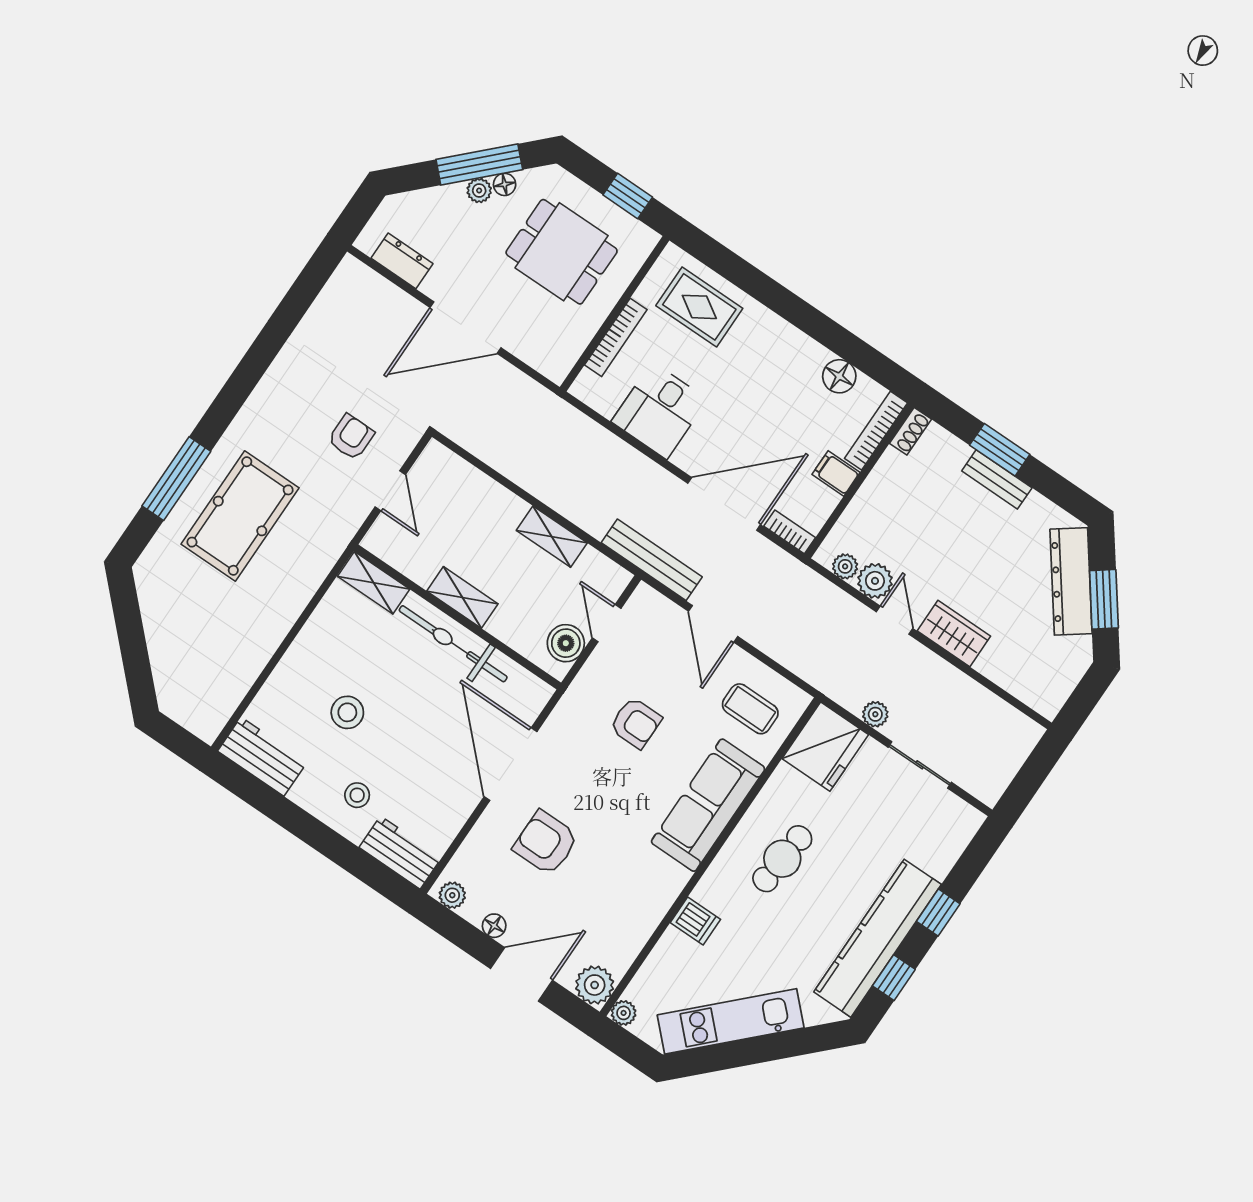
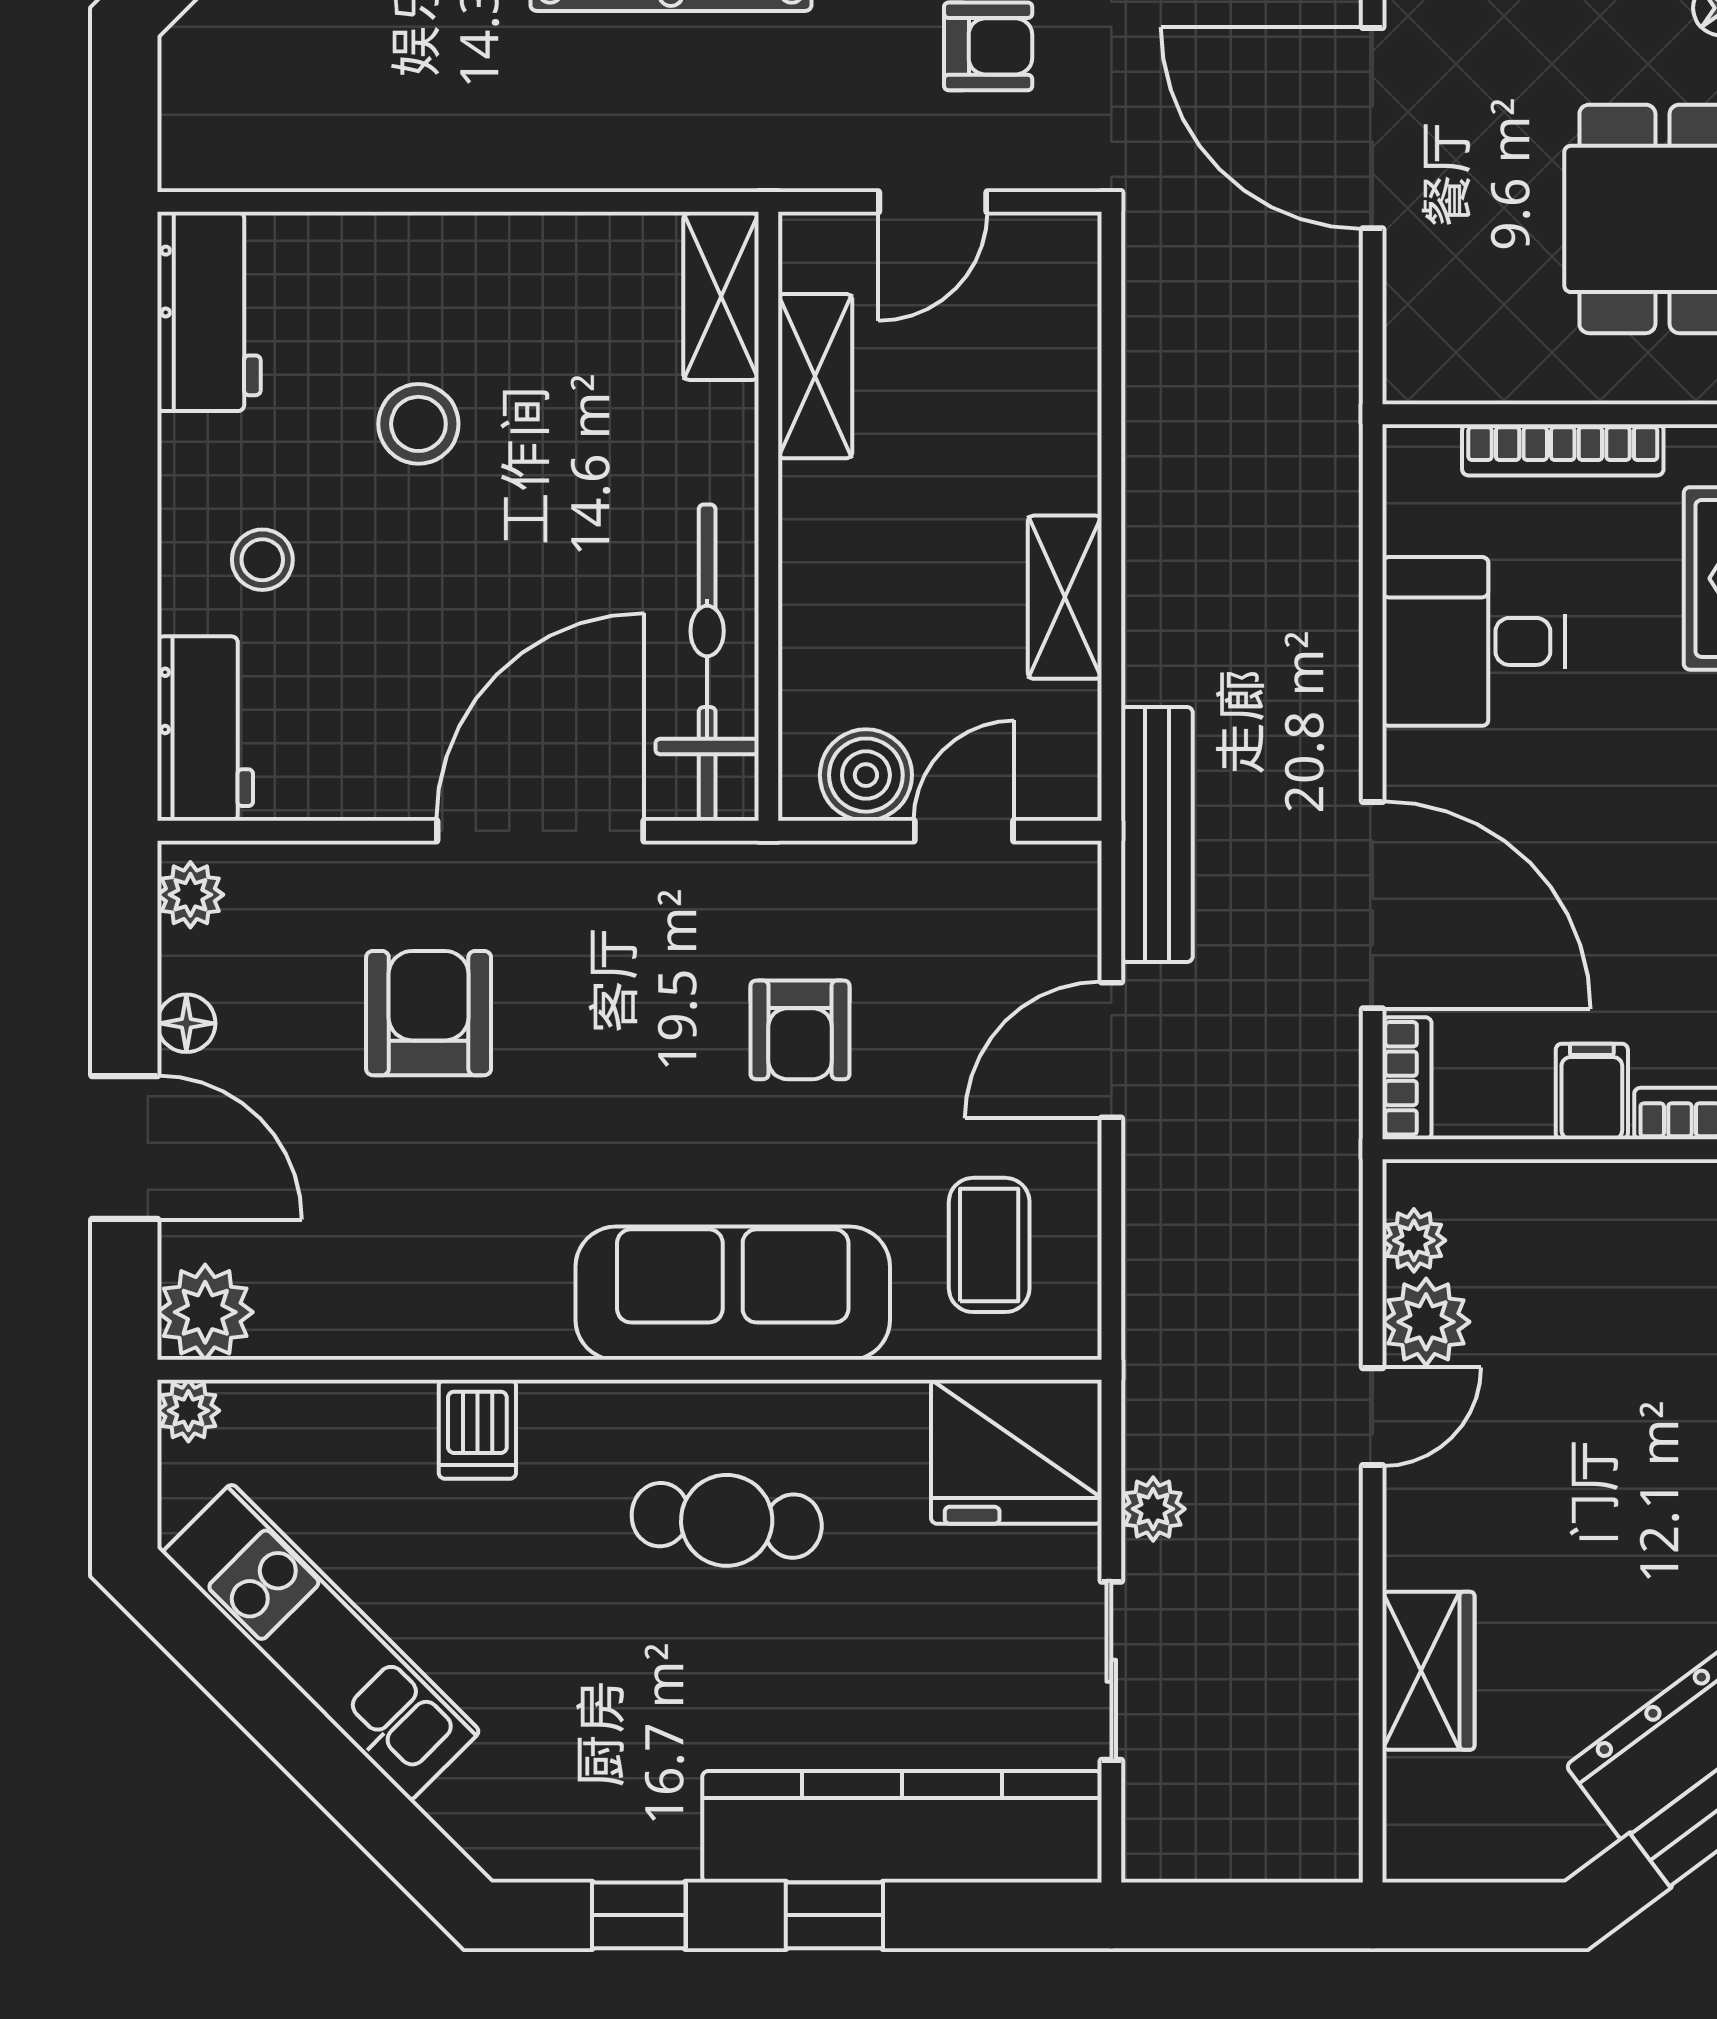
shelving: (462, 597) -> (815, 376), moved
wardrobe: (954, 634) -> (1428, 1671), moved
bicycle: (453, 644) -> (707, 663), moved
kitchen counter: (878, 938) -> (902, 1827), moved

